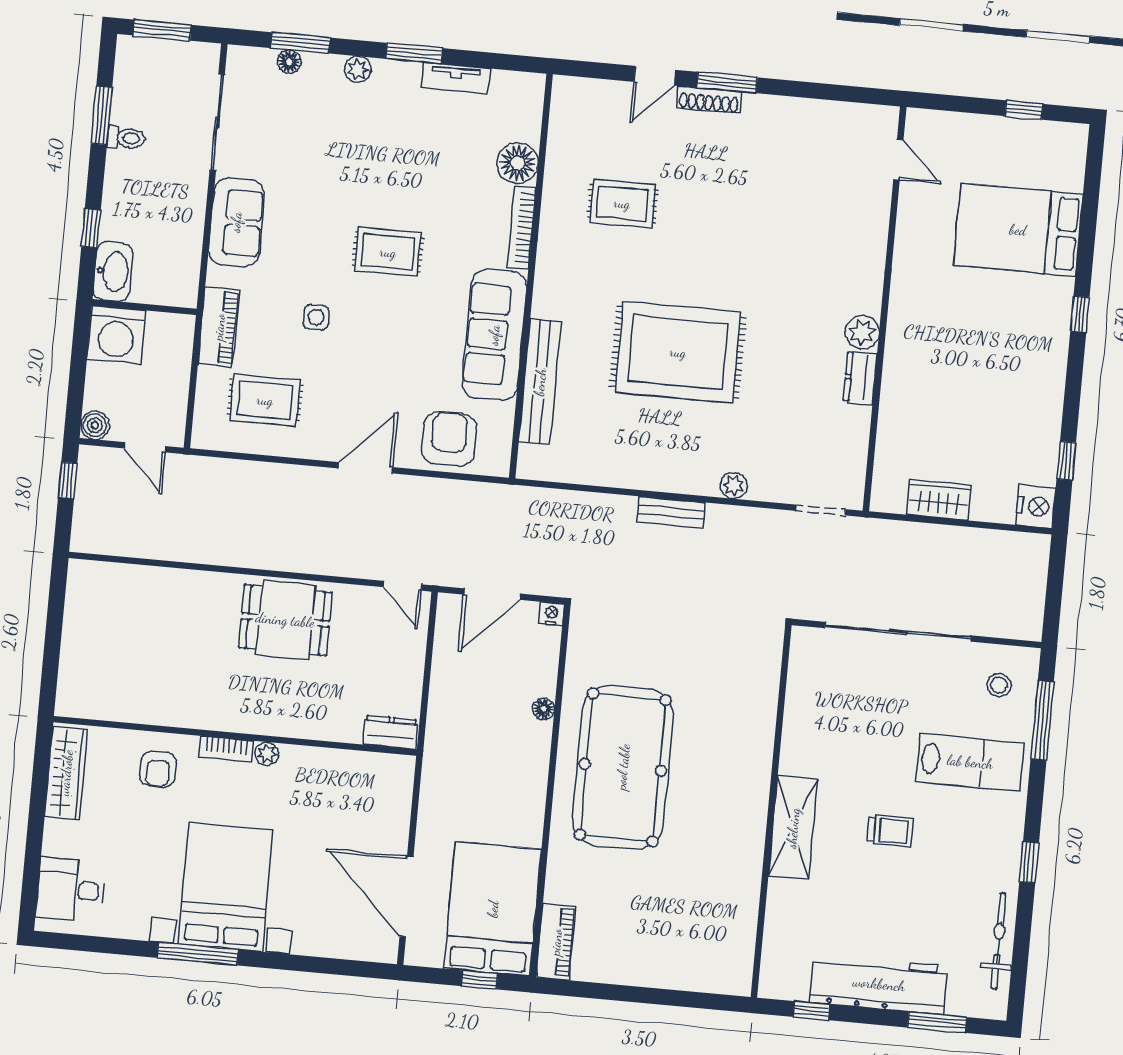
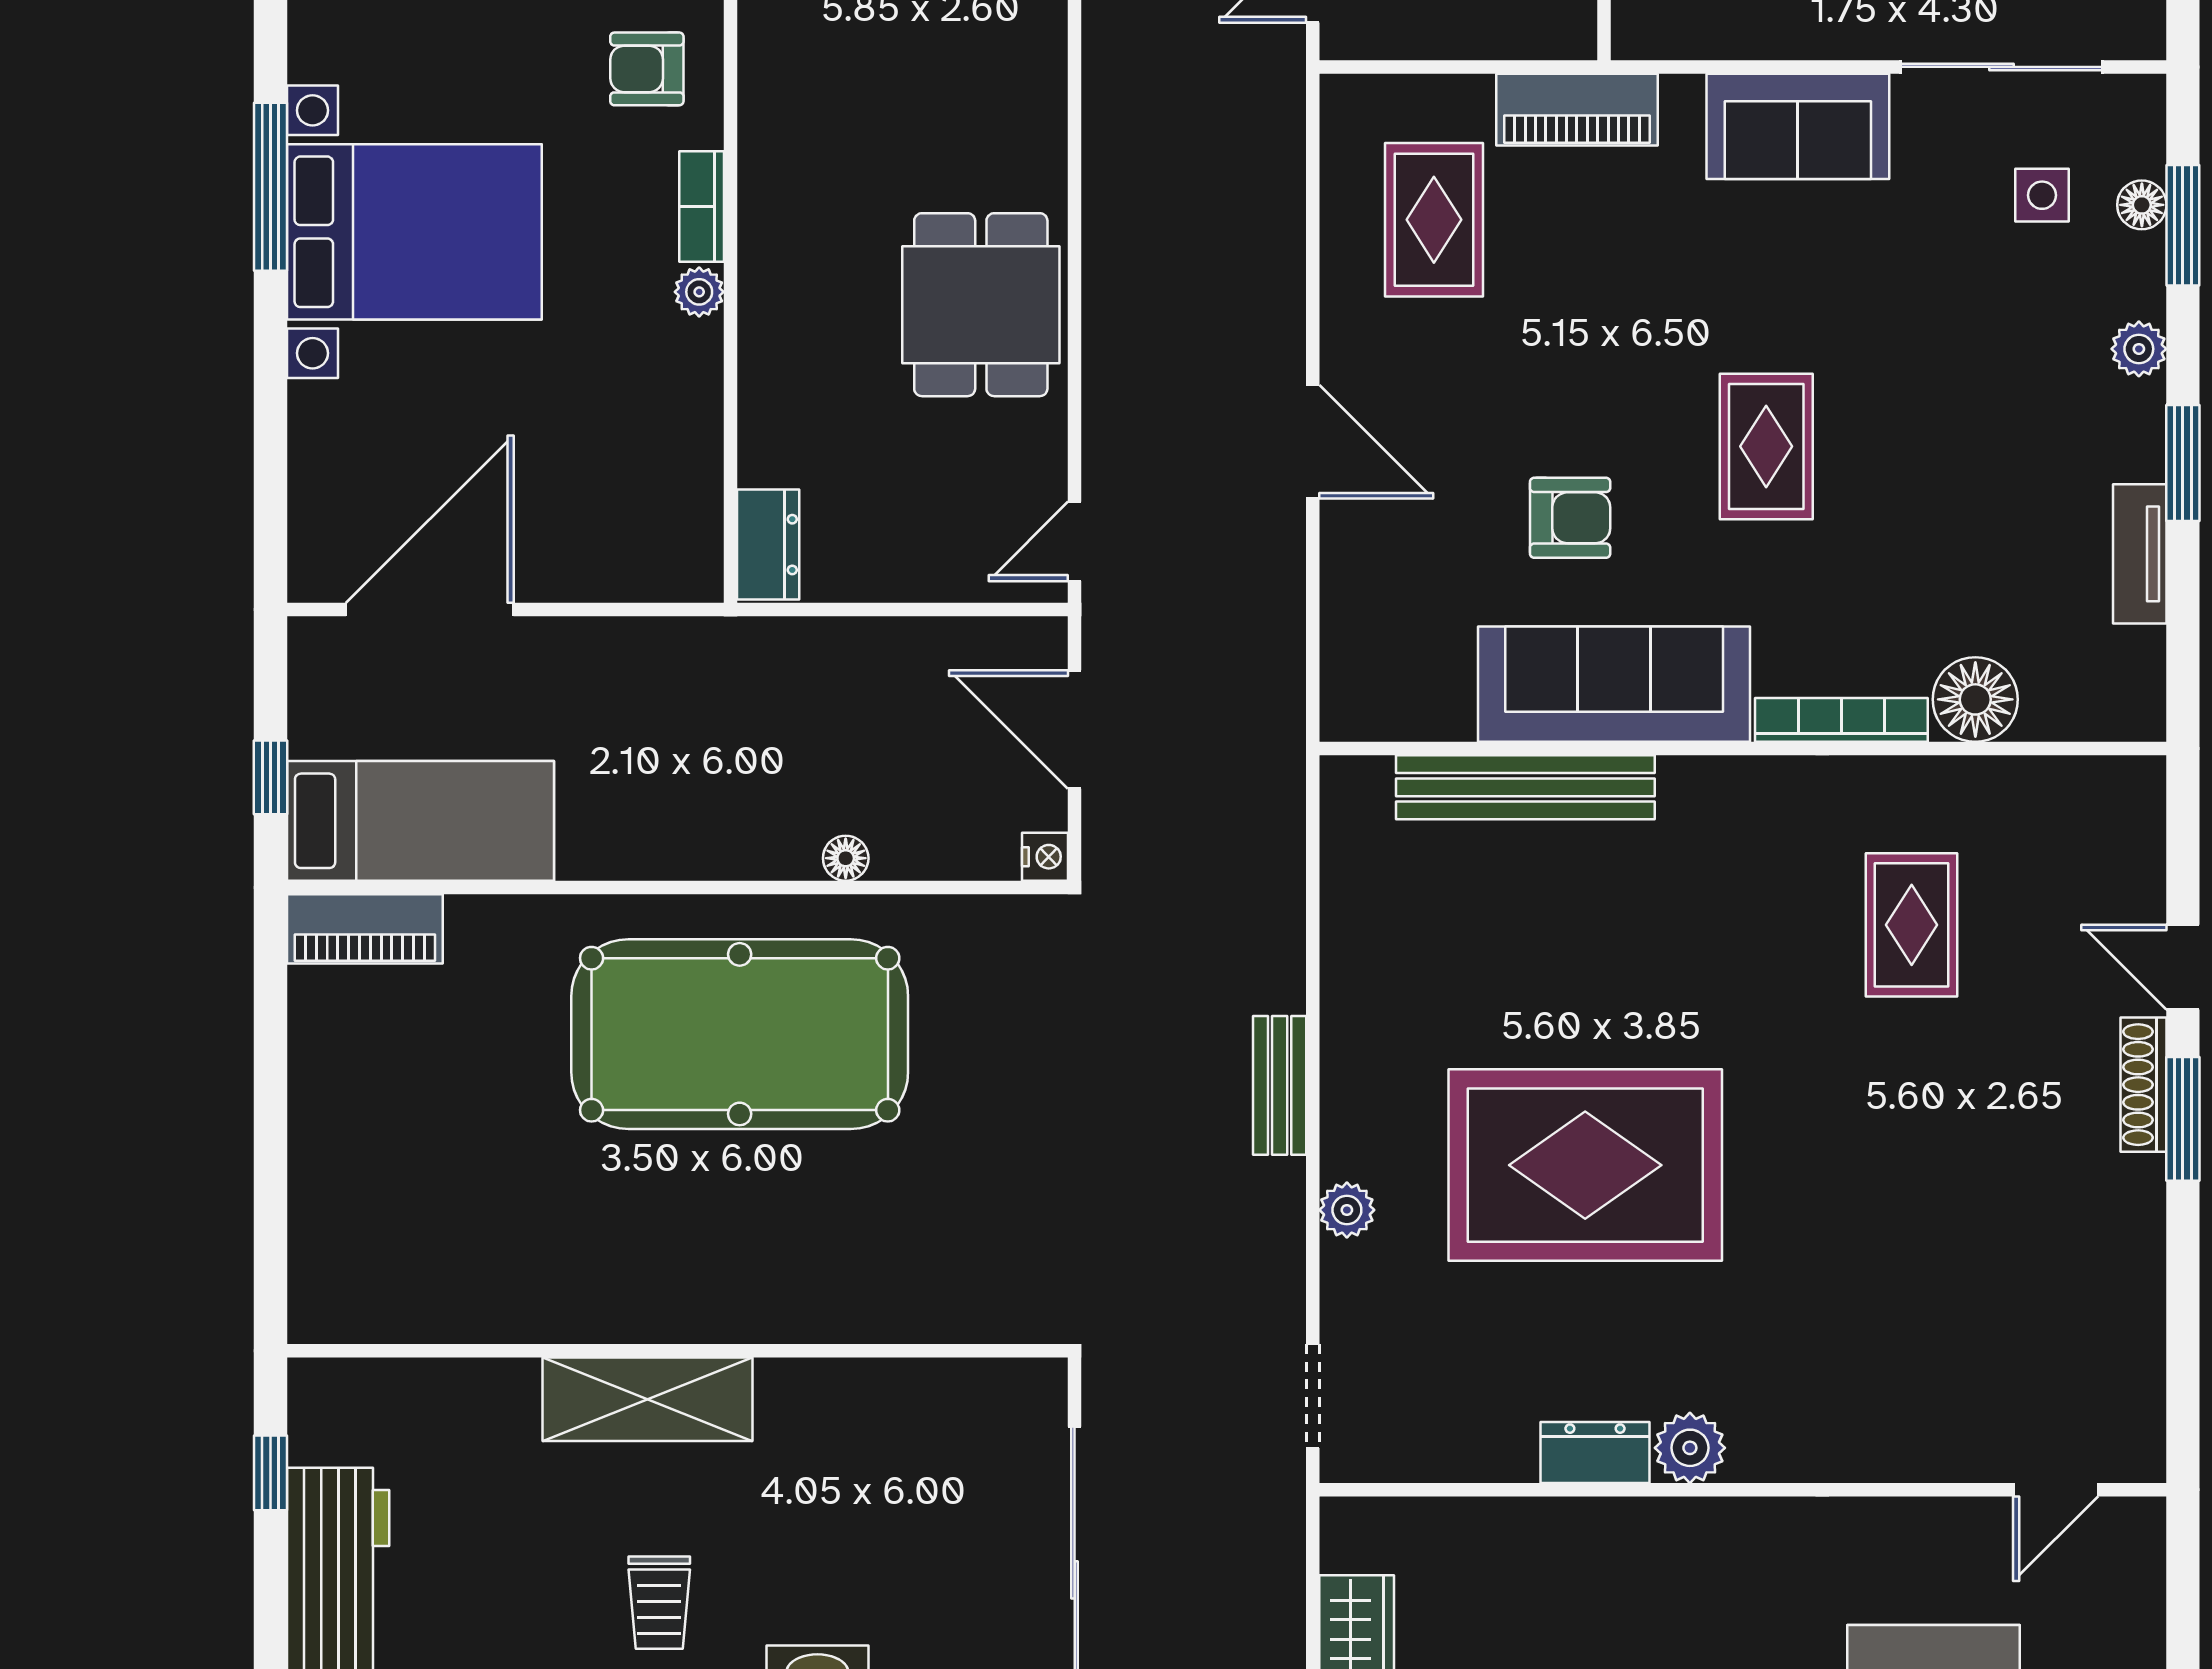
side table: (316, 317) -> (2042, 195), moved
rug: (678, 352) -> (1585, 1165), moved, turned 90
armchair: (449, 439) -> (1570, 518), moved, width x0.72, depth x0.72
bed: (493, 909) -> (420, 821), width x0.67

